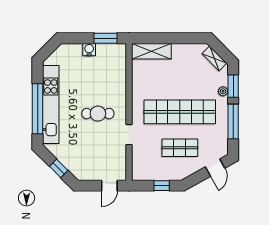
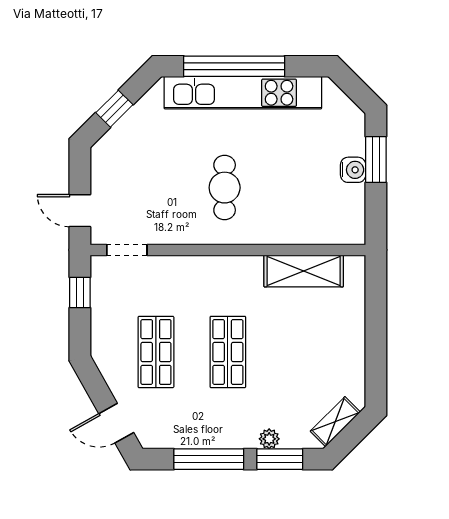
window: (106, 38) -> (376, 160), moved
shelving: (151, 51) -> (304, 271), moved, turned 90
shop shelf: (180, 112) -> (228, 352), width x0.50, depth x0.74
doorway: (129, 135) -> (127, 250), moved
window: (162, 186) -> (80, 292), moved

